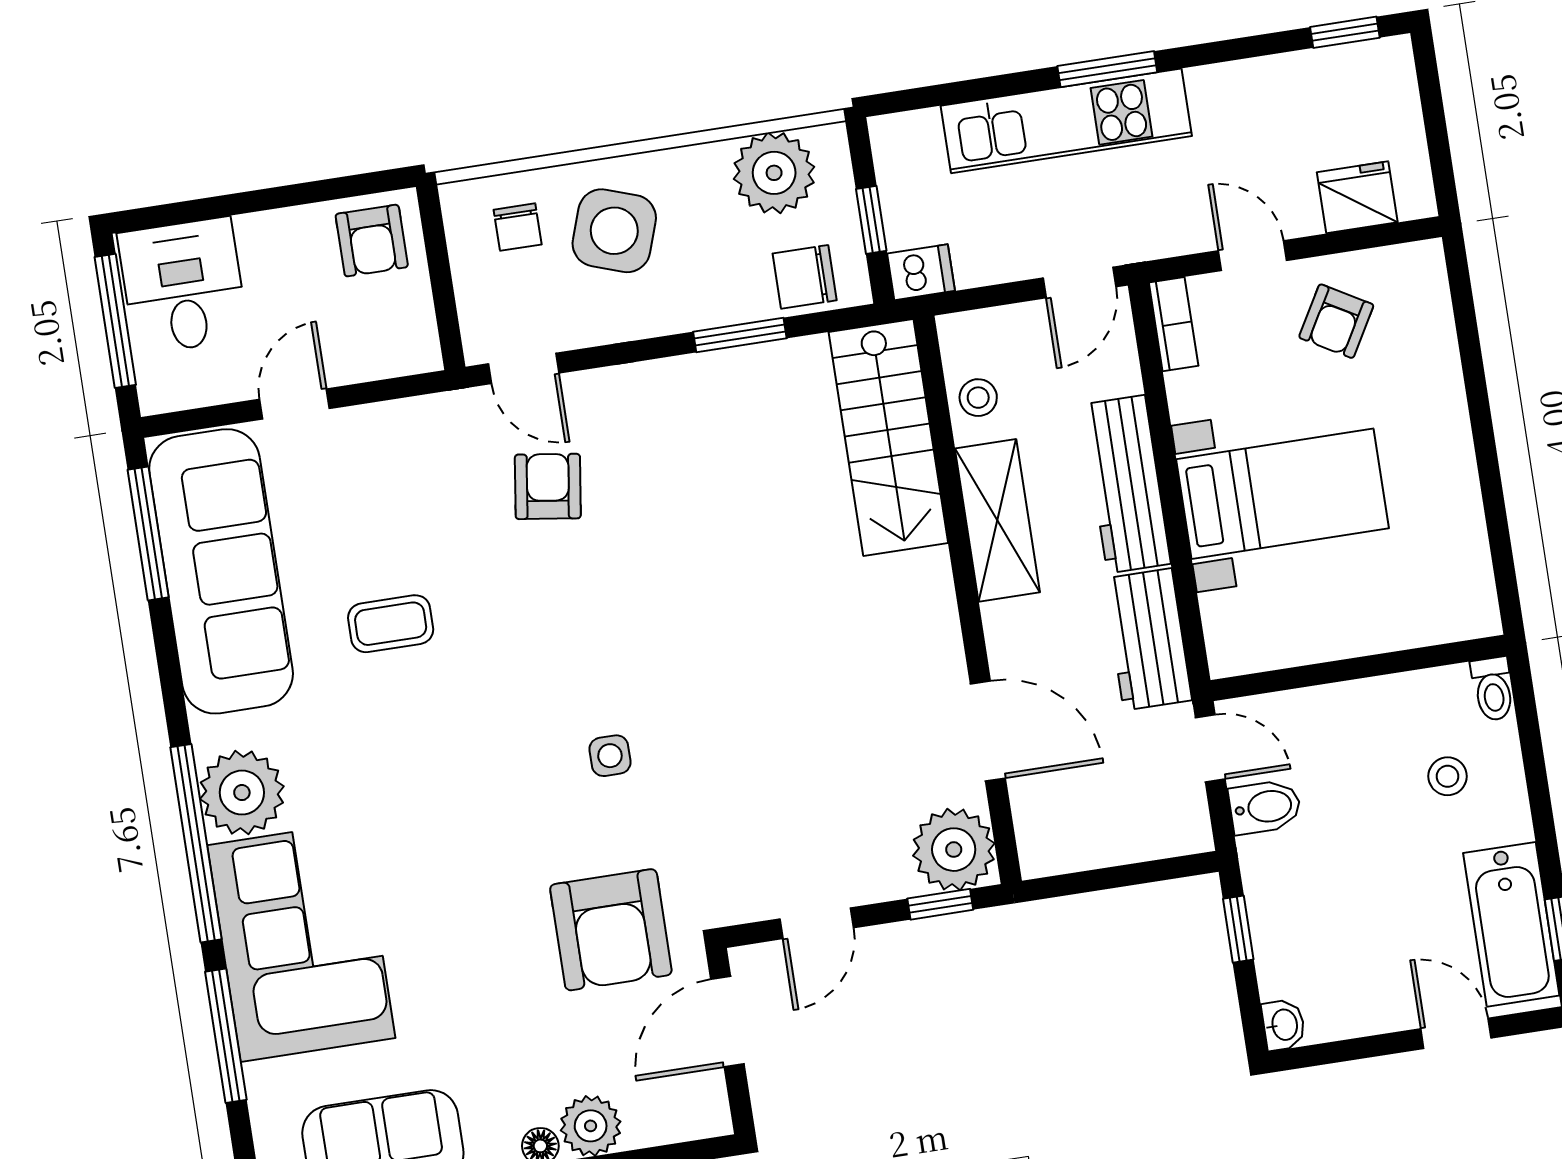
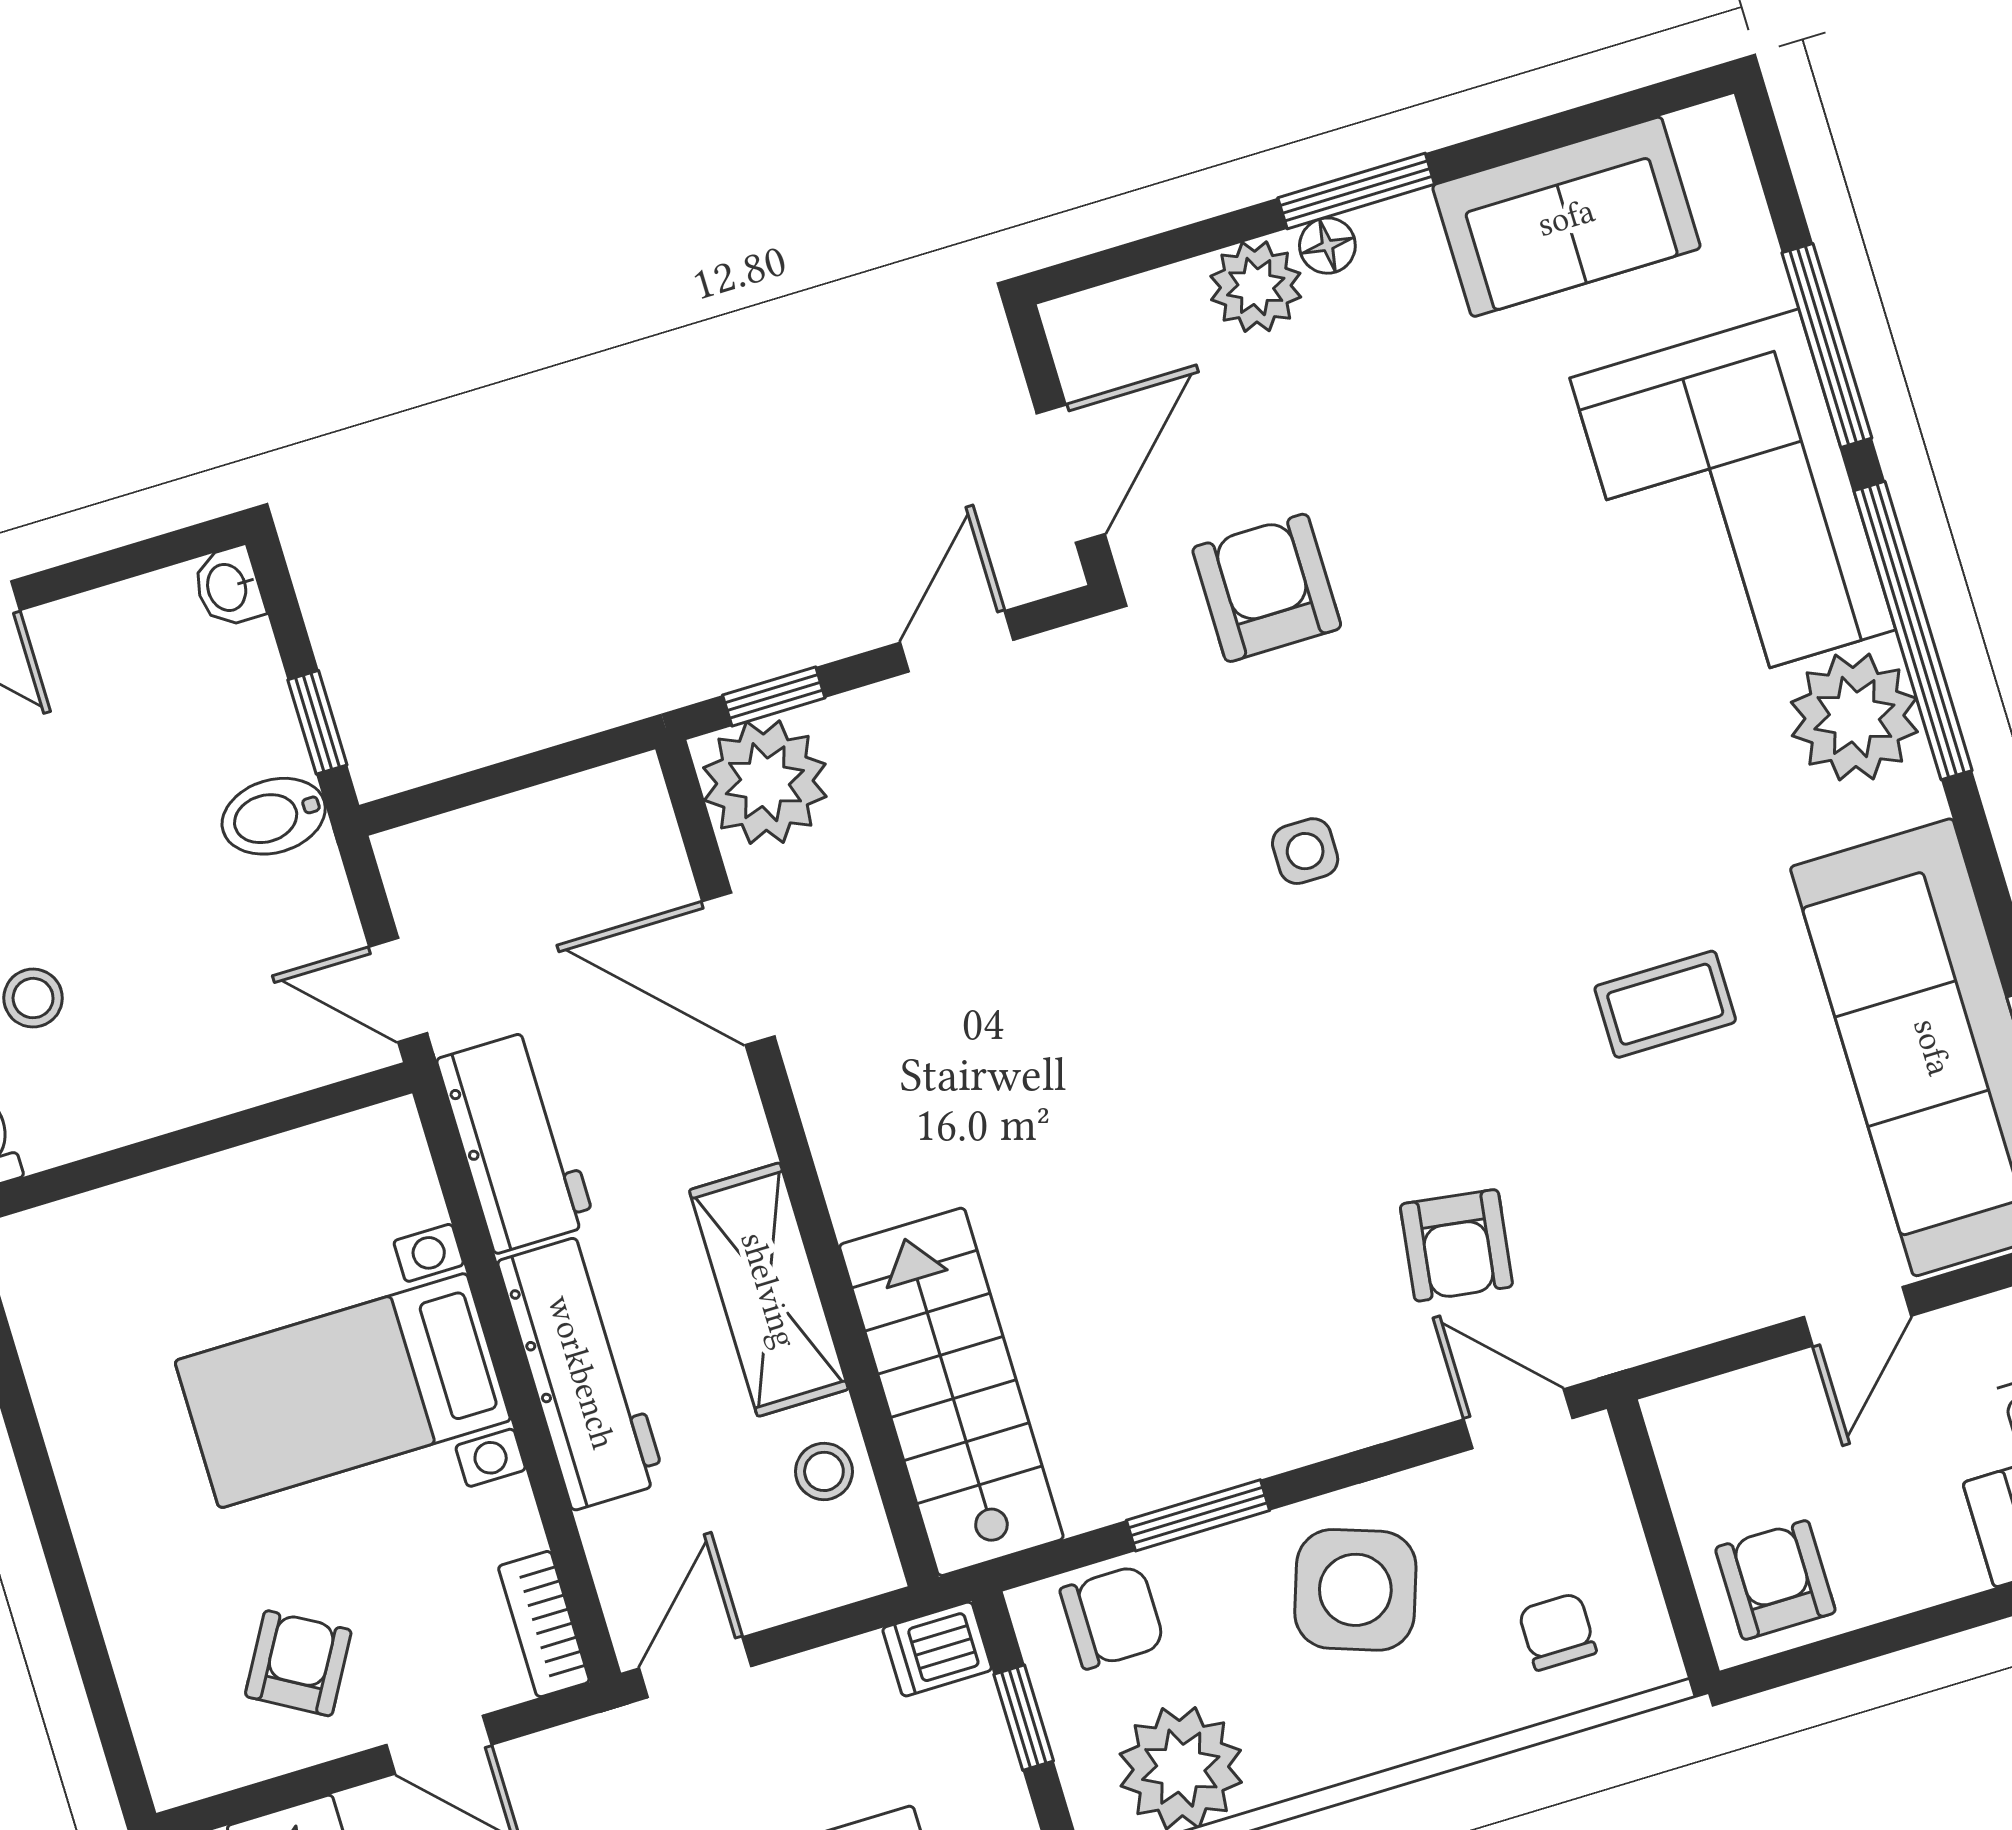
side table: (614, 231) -> (1355, 1590), moved
bidet: (1265, 807) -> (274, 816), moved
armchair: (611, 930) -> (1267, 588), width x0.73, depth x0.73

